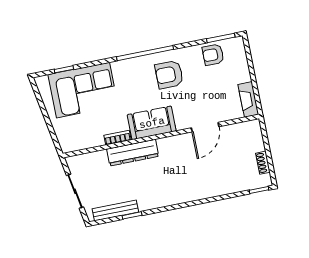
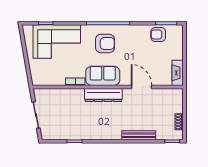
armchair: (169, 75) -> (105, 43), moved, turned 180
door: (205, 127) -> (142, 87), swing flipped
dresser: (133, 153) -> (103, 95), moved
bench: (115, 210) -> (139, 135), moved

